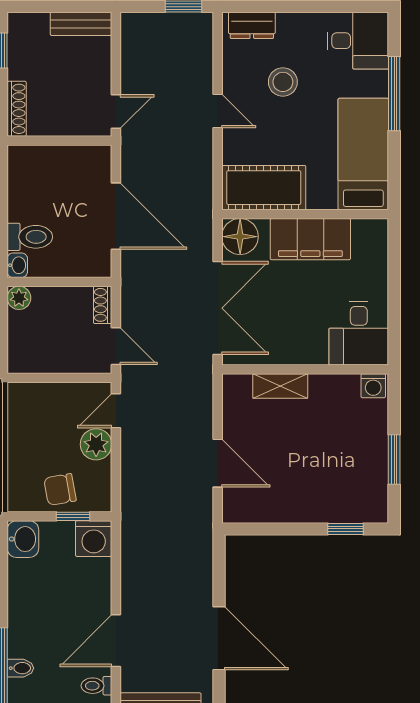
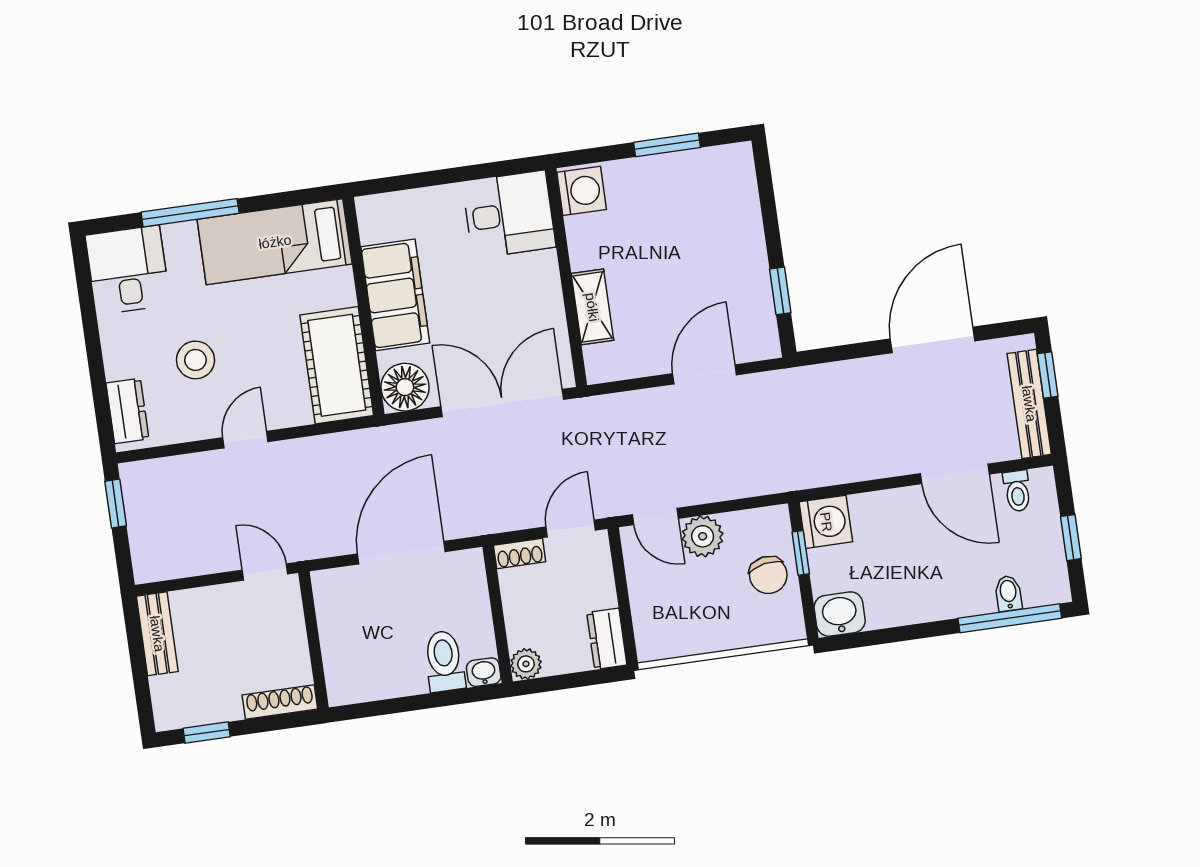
dresser: (29, 361) -> (607, 639), added
washing machine: (373, 386) -> (582, 191), width x1.38, depth x1.38
window: (345, 529) -> (780, 291), moved

